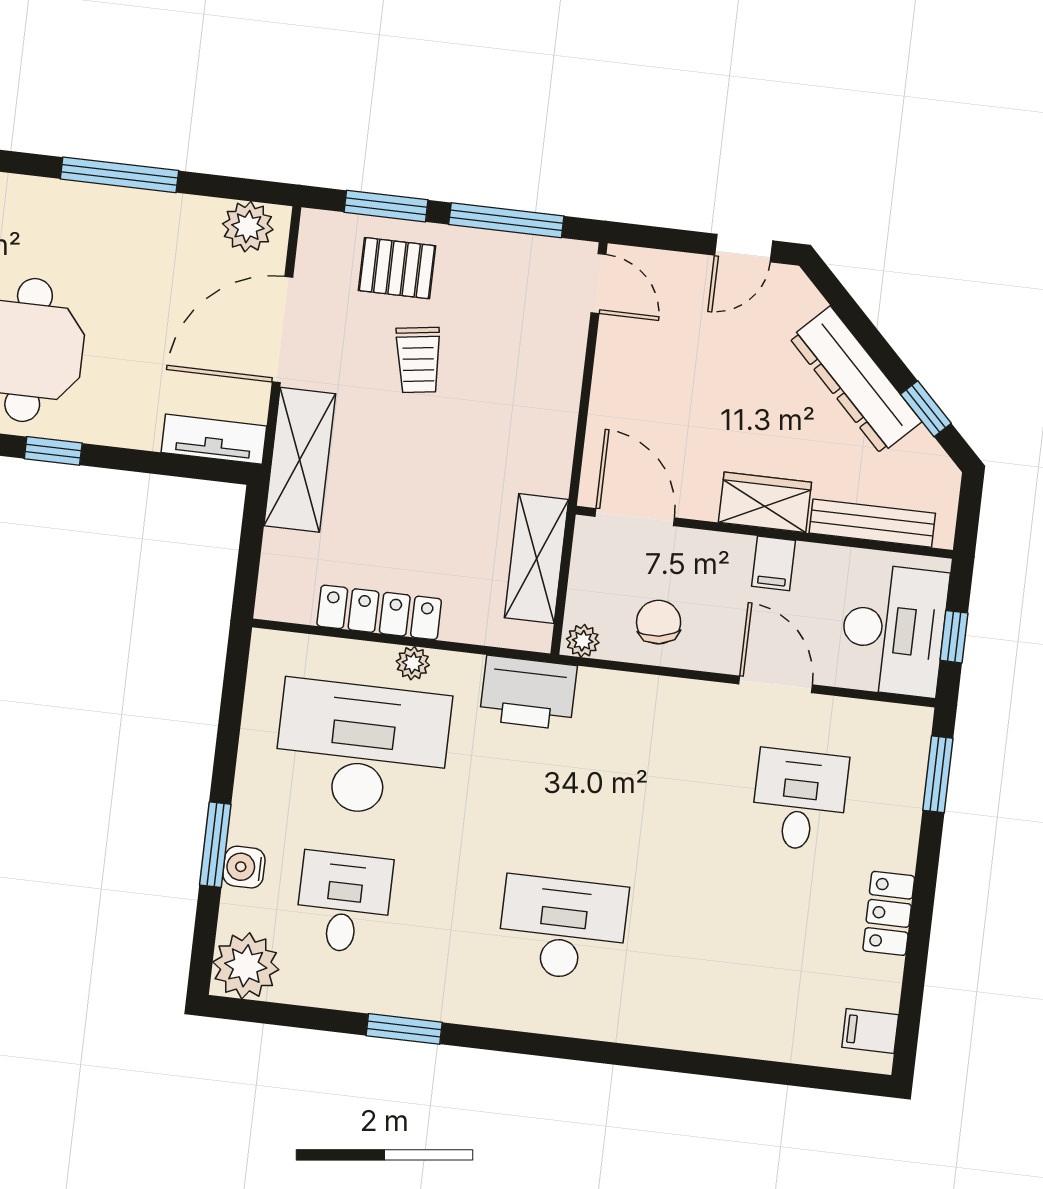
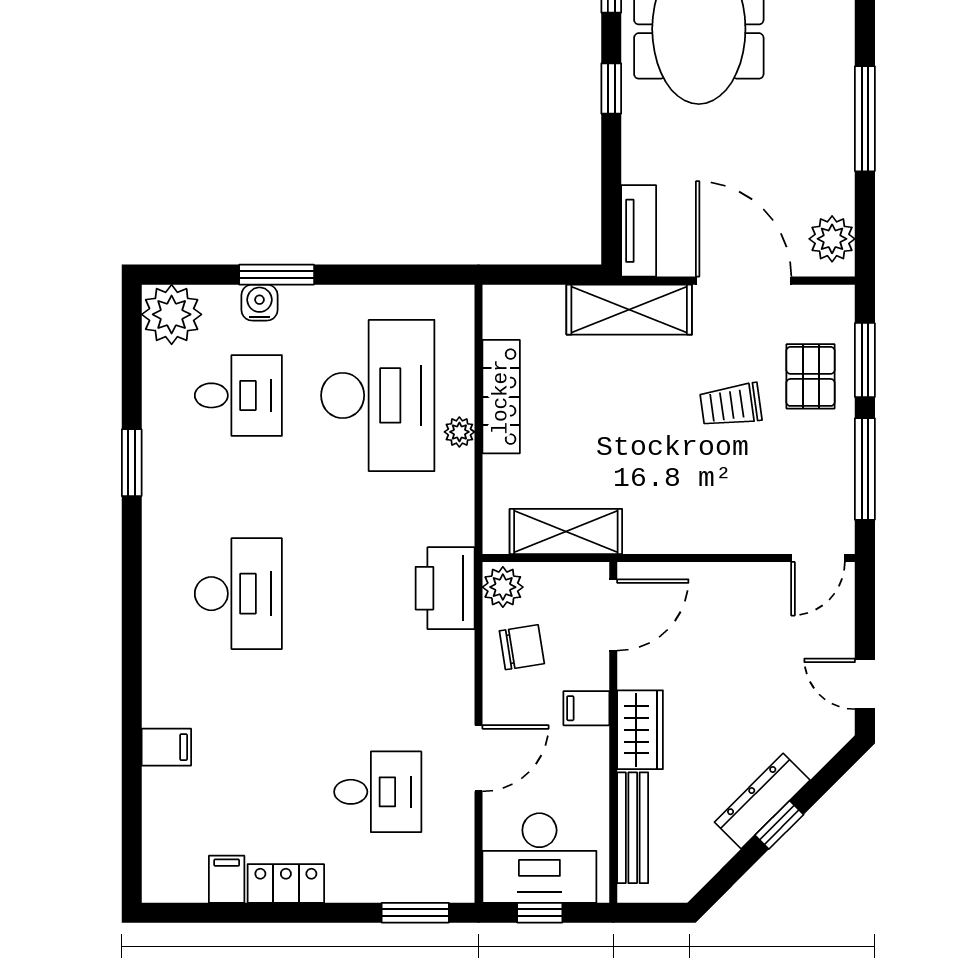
dresser: (856, 380) -> (762, 801), width x0.73, depth x0.80
window: (926, 409) -> (779, 825), moved
filing cabinet: (774, 563) -> (586, 708), moved
plant: (583, 641) -> (503, 587), width x1.38, depth x1.38
printer: (528, 693) -> (445, 588), moved
filing cabinet: (723, 1028) -> (166, 747), added
filing cabinet: (870, 1031) -> (227, 879), moved

